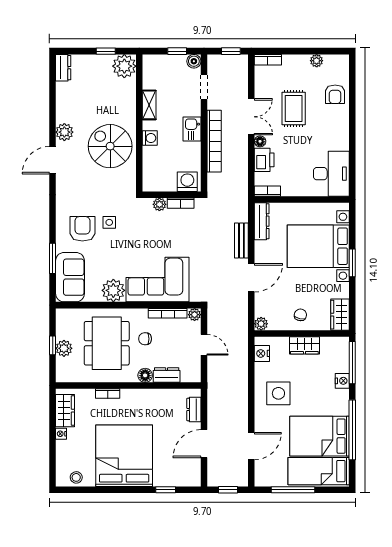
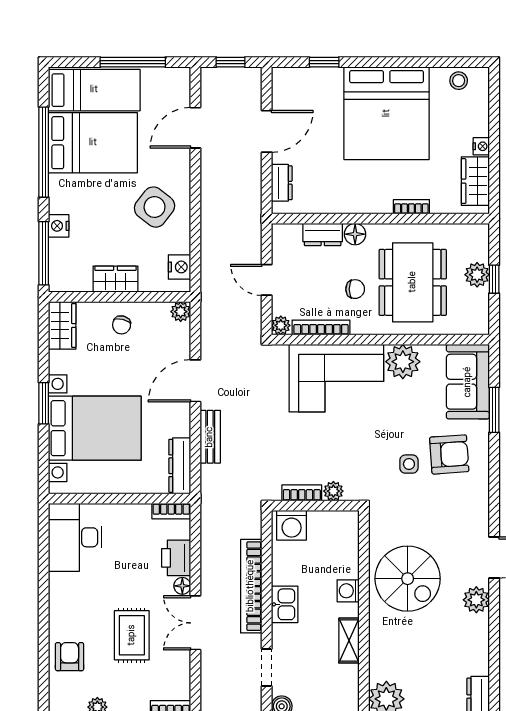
armchair: (82, 229) -> (449, 454), turned -94
side table: (278, 393) -> (155, 207), turned 38

